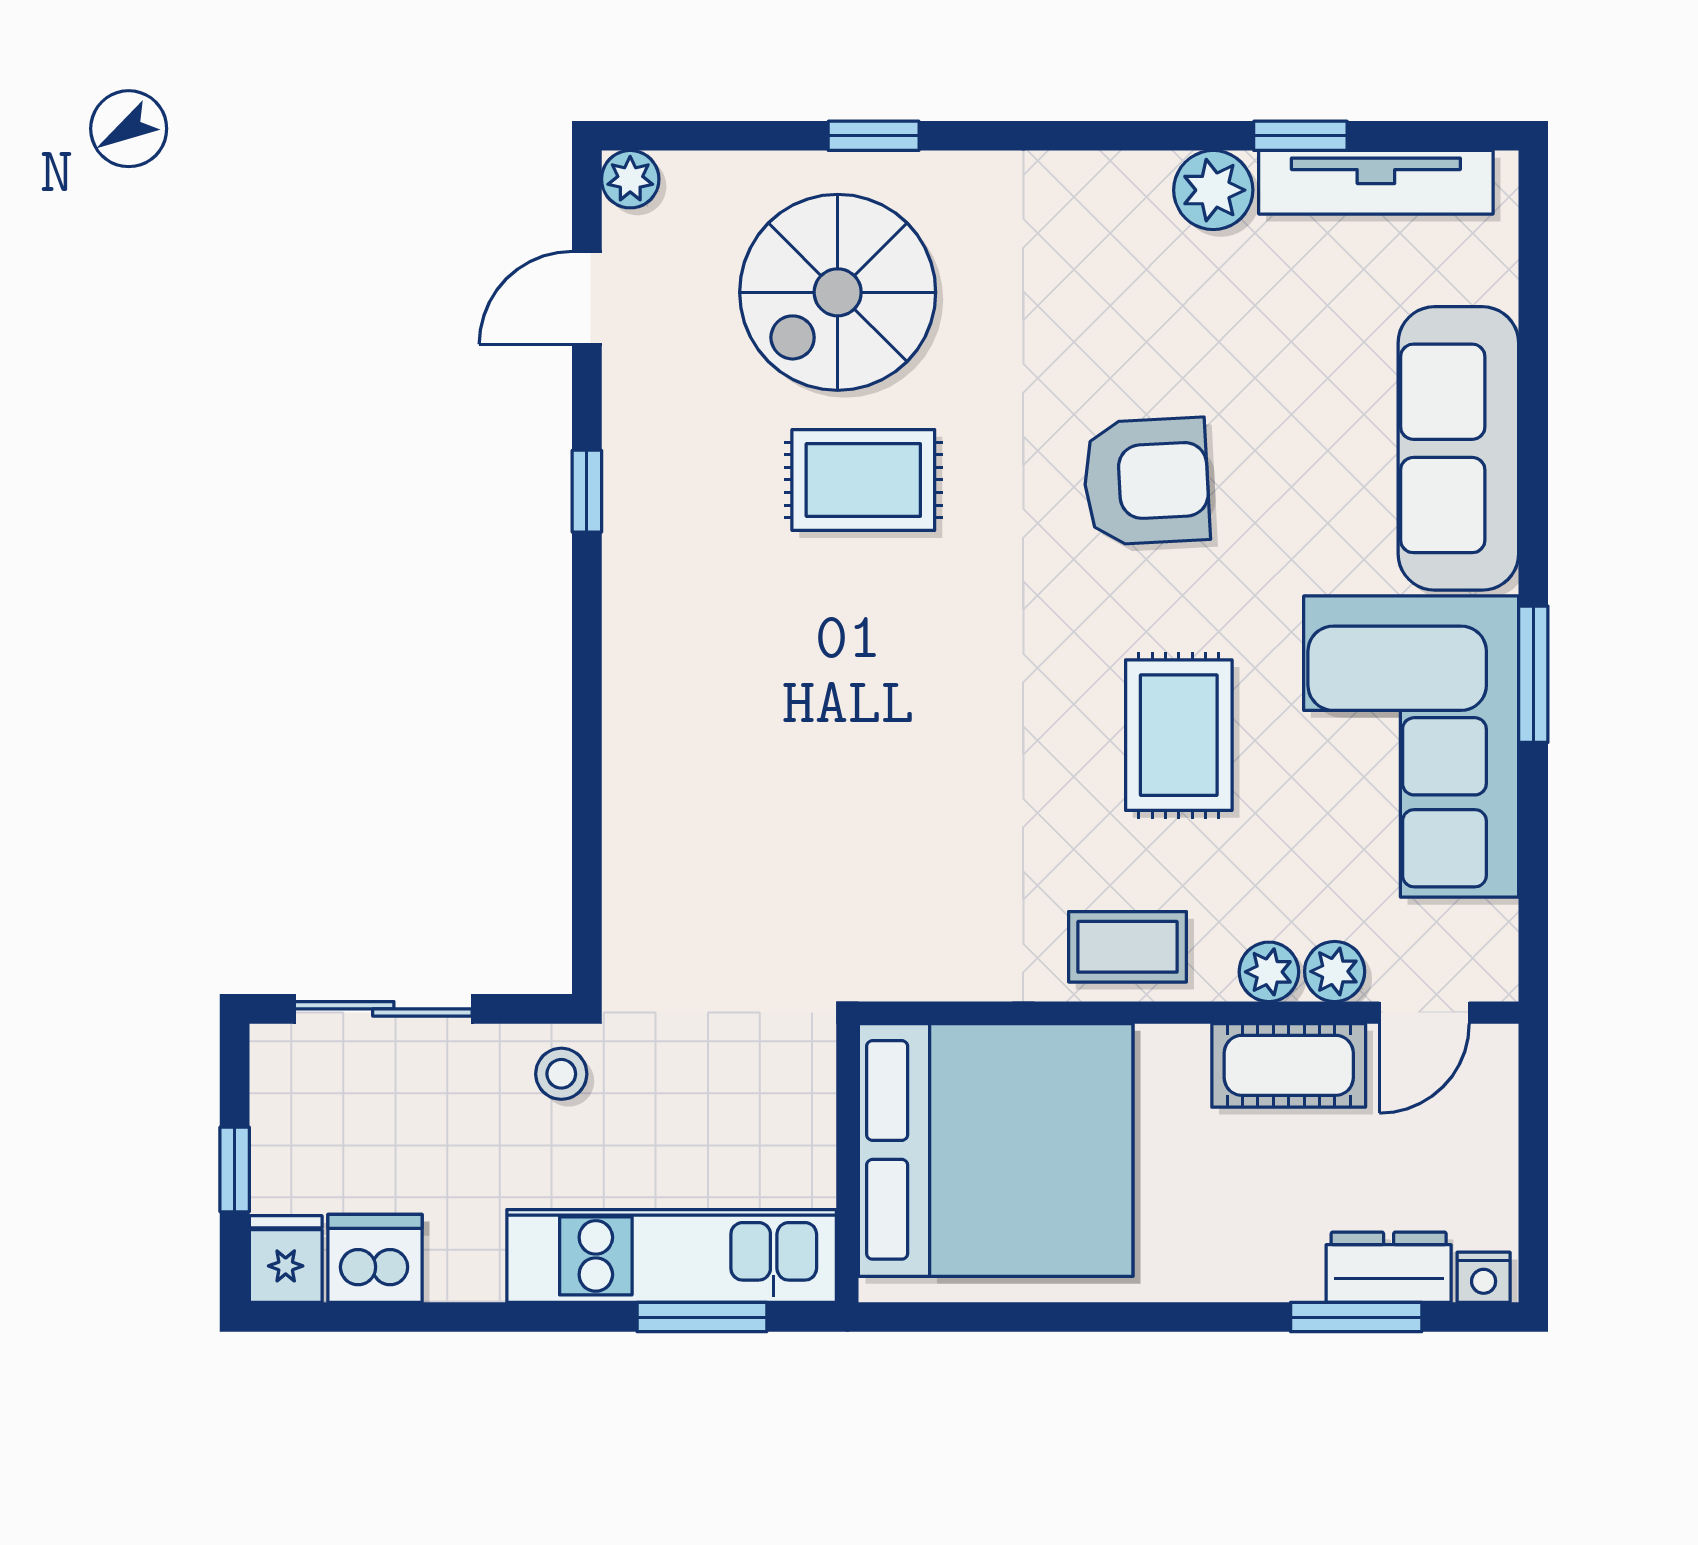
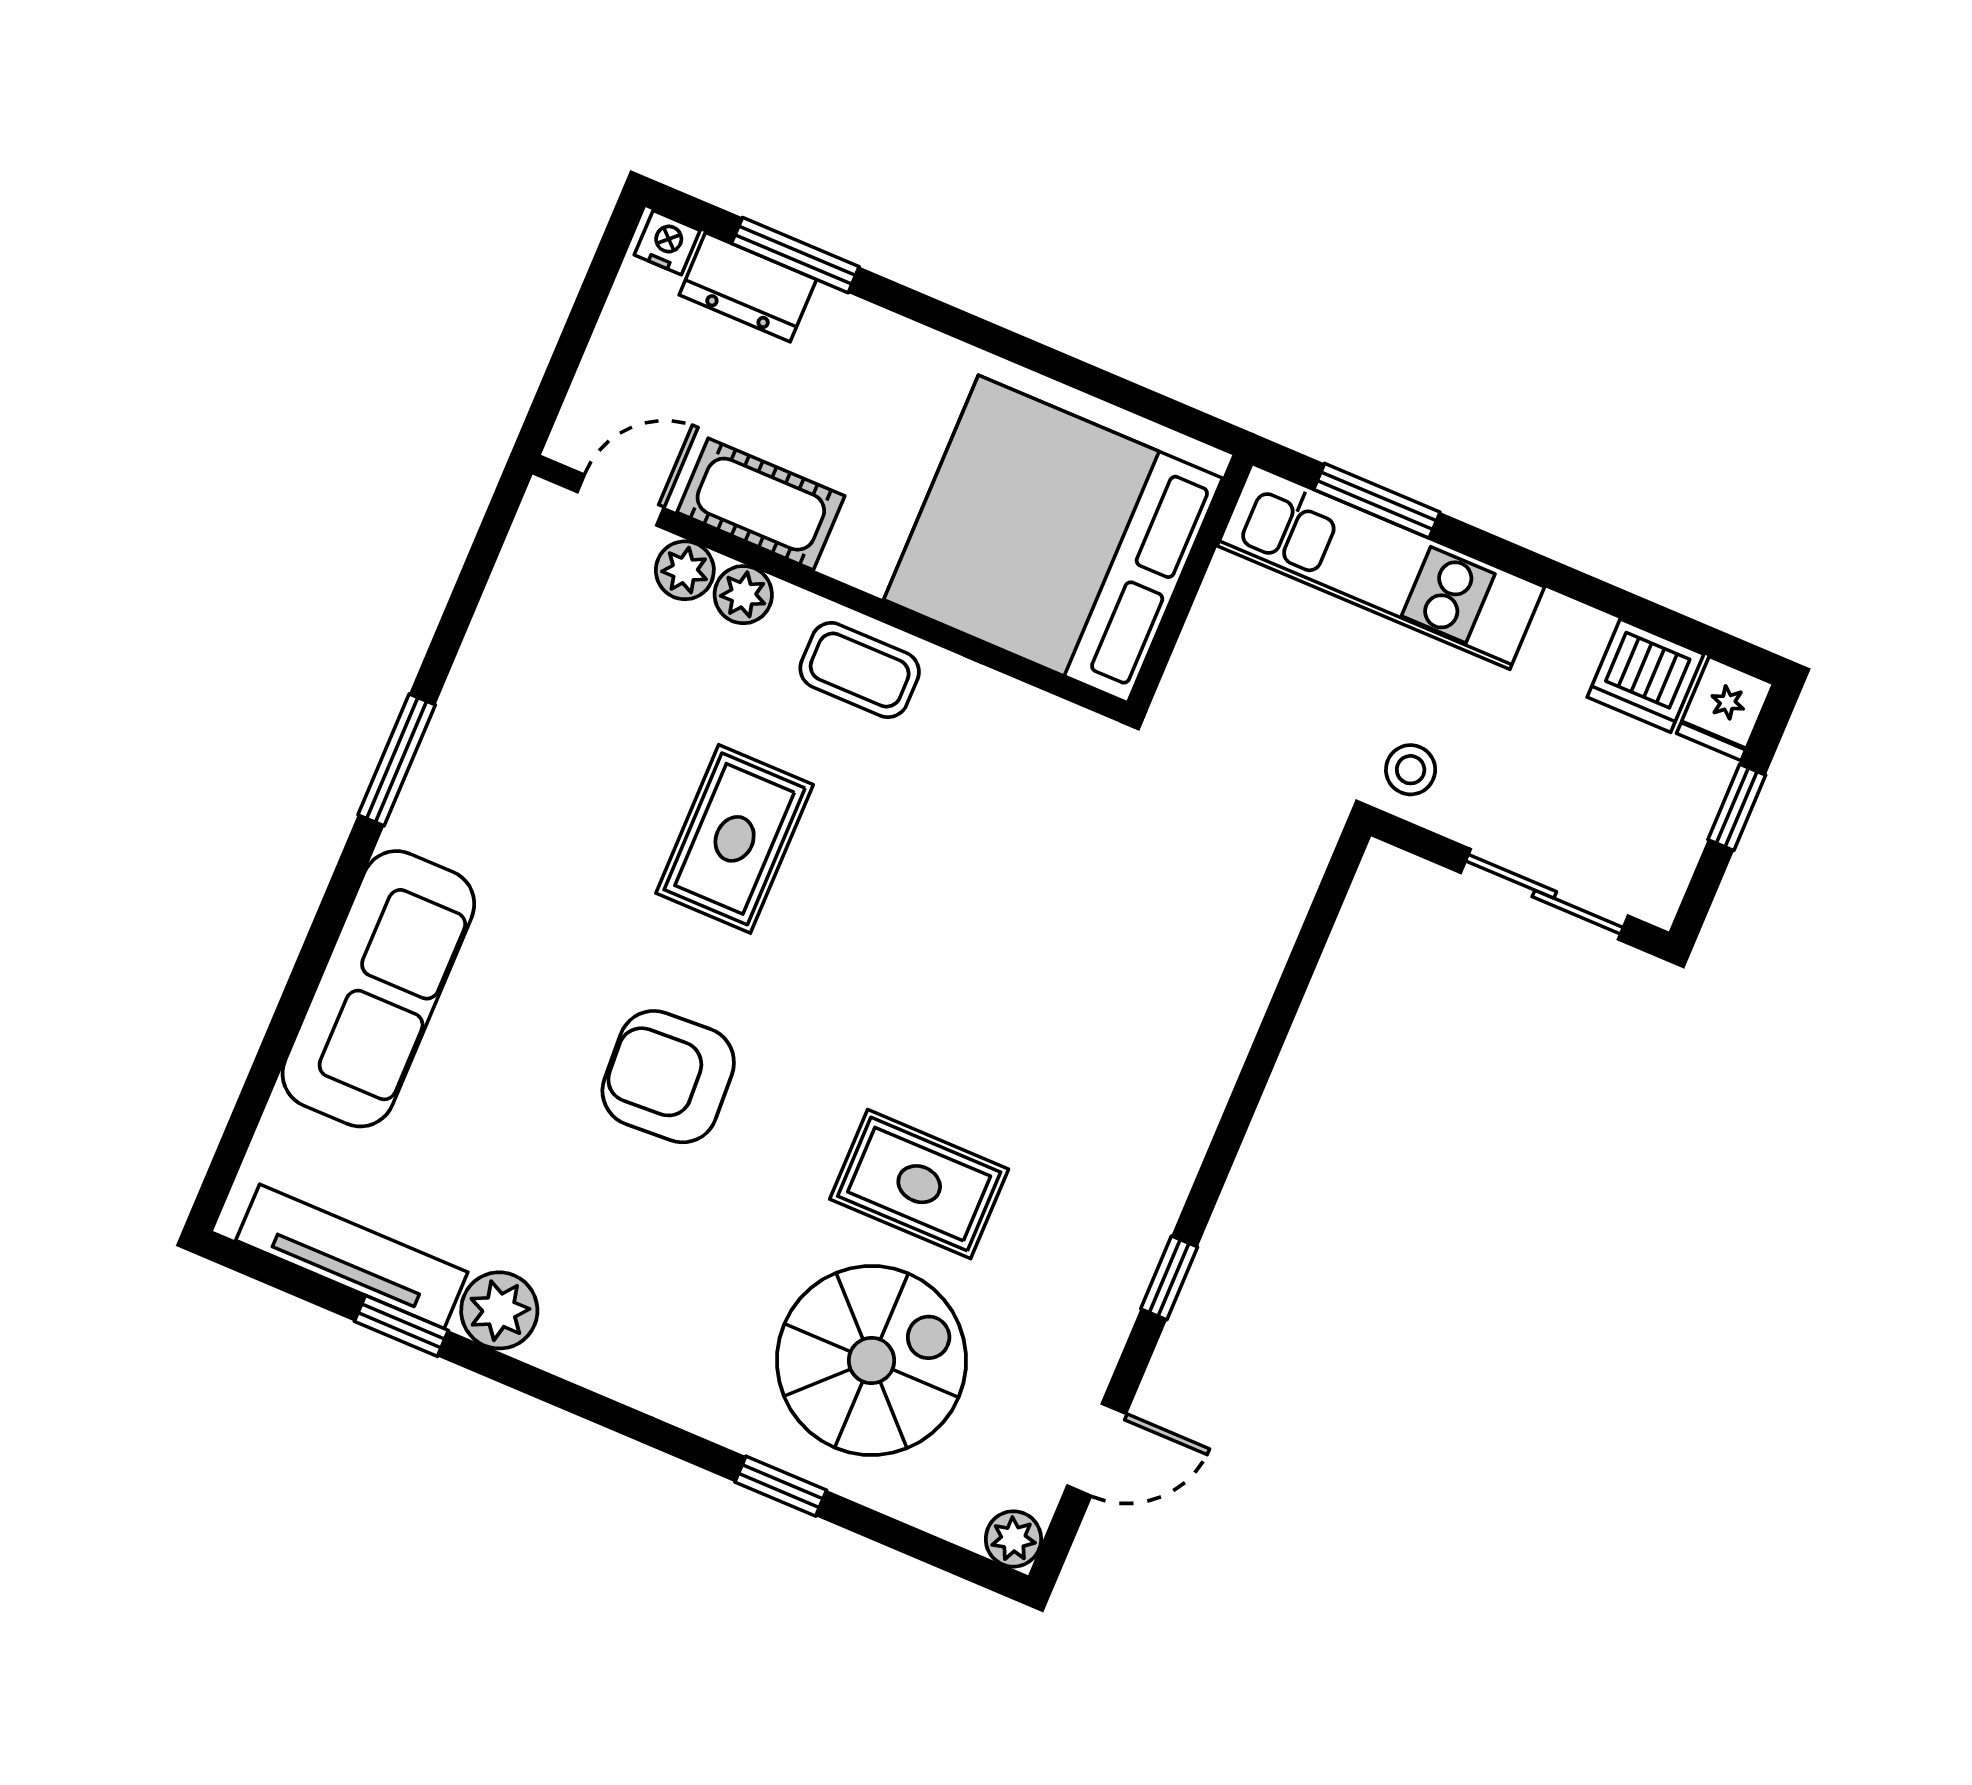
corner sofa: (1411, 747) -> (532, 741), removed

